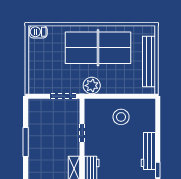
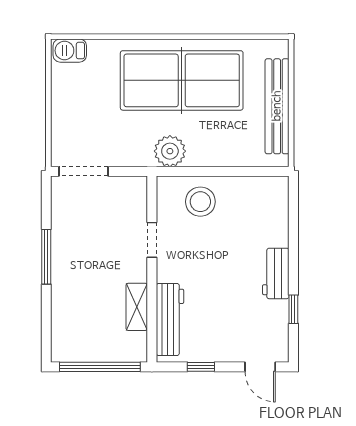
doorway: (63, 96) -> (84, 171), moved
stool: (121, 117) -> (200, 202), moved
workbench: (148, 151) -> (276, 273), width x0.73

